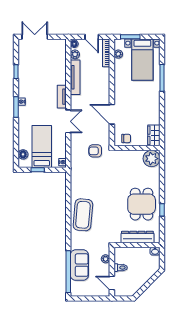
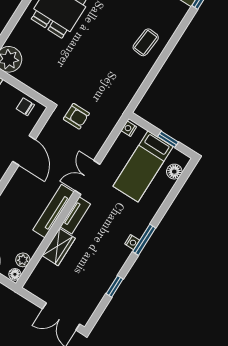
wardrobe: (60, 74) -> (59, 247), added
tv unit: (75, 77) -> (53, 211), moved
coffee table: (83, 215) -> (146, 42), width x0.54, depth x0.58

